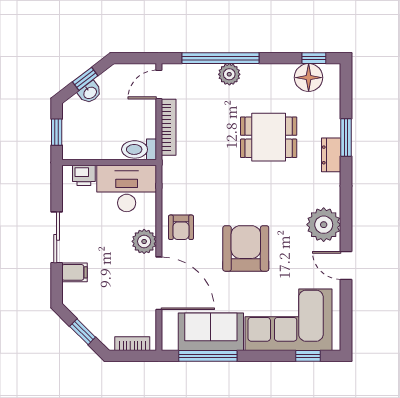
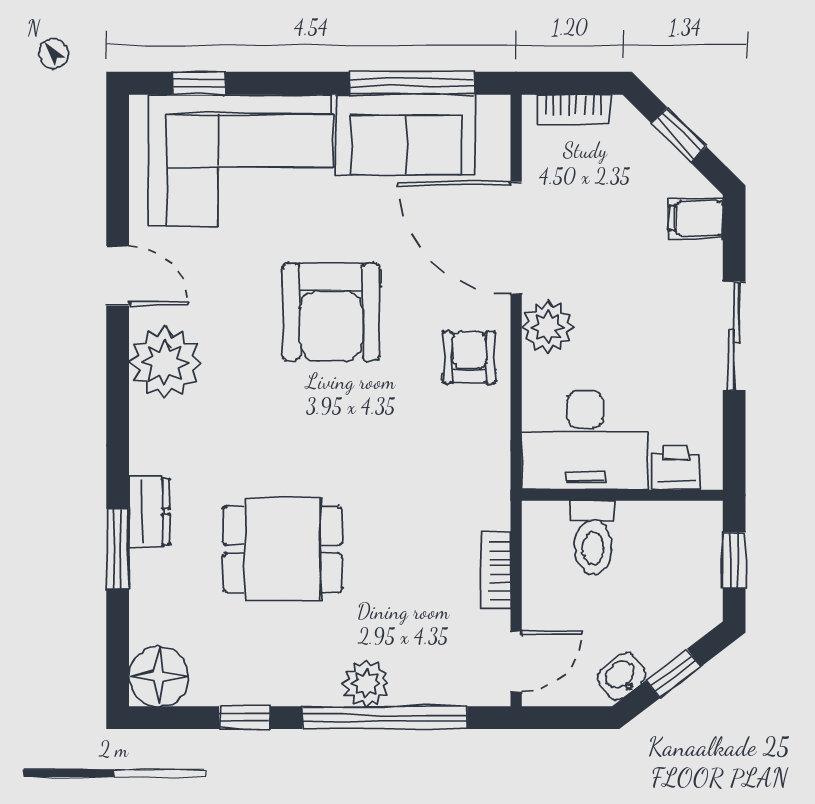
window: (314, 58) -> (244, 718), moved
floor lamp: (309, 78) -> (159, 676), moved
washbasin: (90, 93) -> (621, 676), moved
bookcase: (169, 127) -> (495, 570), width x0.64
toilet: (139, 149) -> (593, 538), moved, turned 90
filing cabinet: (75, 272) -> (696, 218), moved

